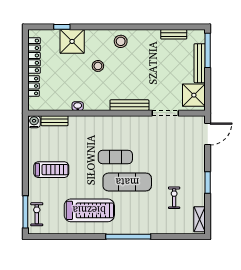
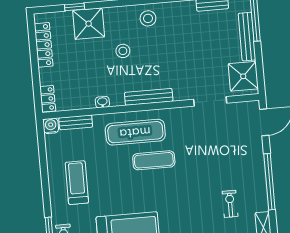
locker: (33, 86) -> (48, 99), moved
bench: (129, 105) -> (149, 97), moved
treadmill: (51, 170) -> (77, 183), turned -90
exercise mat: (127, 182) -> (135, 132), moved
window: (208, 183) -> (269, 182), width x2.11

